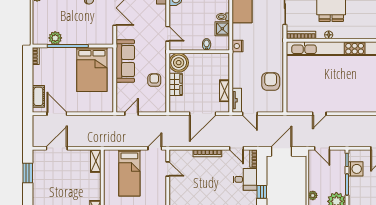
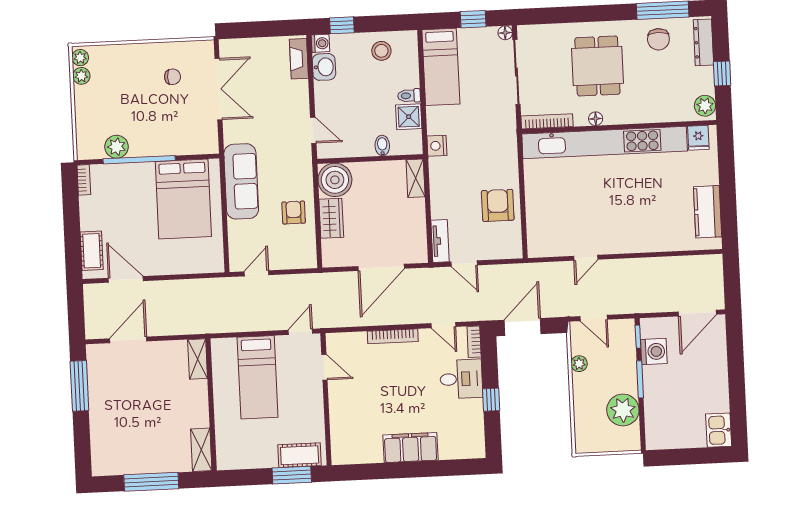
shelving: (225, 91) -> (416, 178), moved
window: (28, 173) -> (79, 386), width x1.44
plant: (313, 195) -> (579, 364), moved

